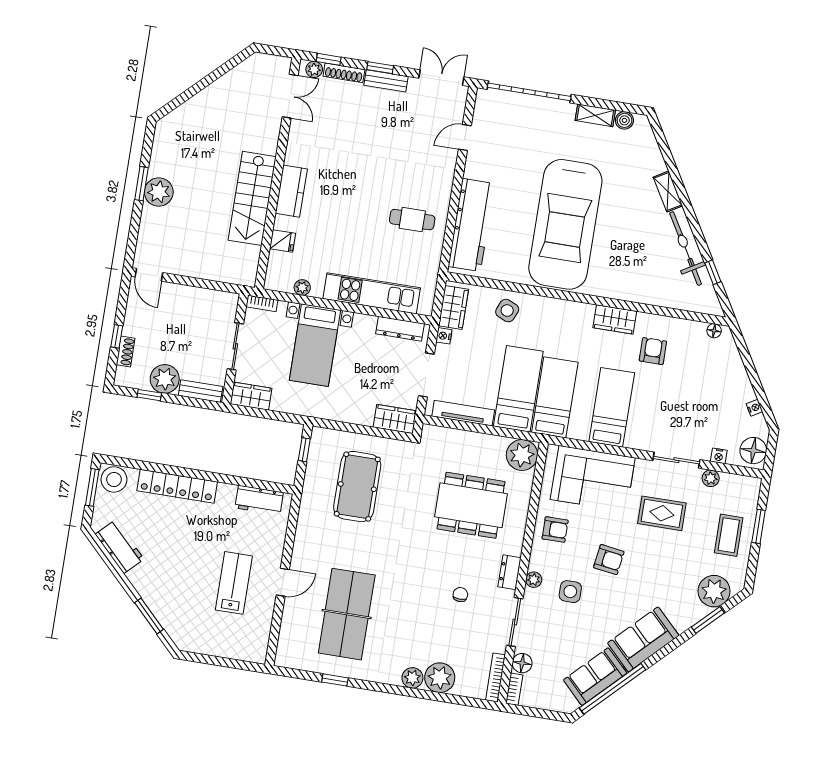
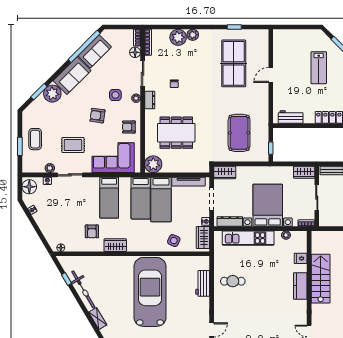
workbench: (471, 225) -> (203, 283), width x0.53, depth x0.76
bed with nightstands: (315, 345) -> (268, 205), width x1.36
lab bench: (234, 583) -> (319, 68), moved
plant: (714, 591) -> (52, 94), moved

